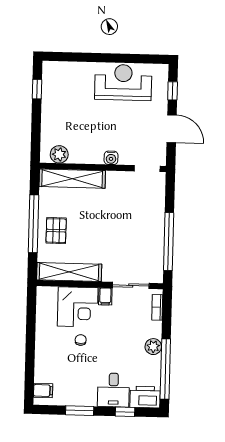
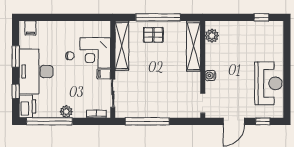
desk: (113, 390) -> (36, 72), width x1.87, depth x1.30

